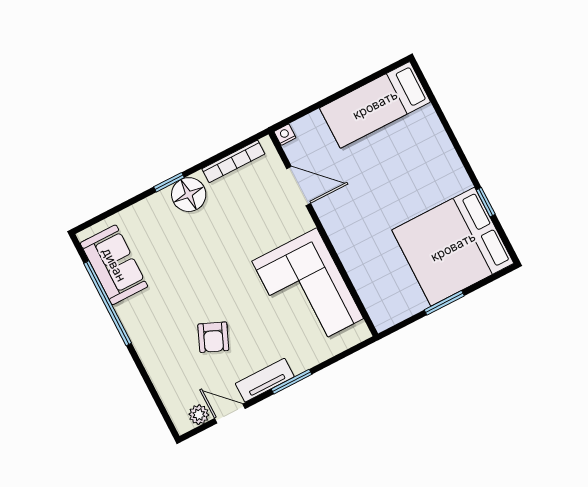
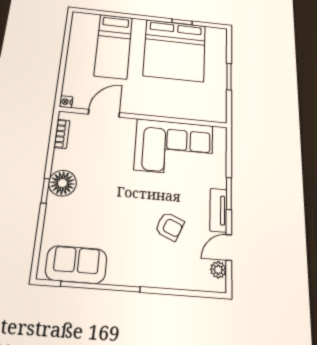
bed: (375, 105) -> (113, 46), moved
bookcase: (233, 161) -> (62, 134), width x0.64
bed: (453, 247) -> (175, 50), moved

